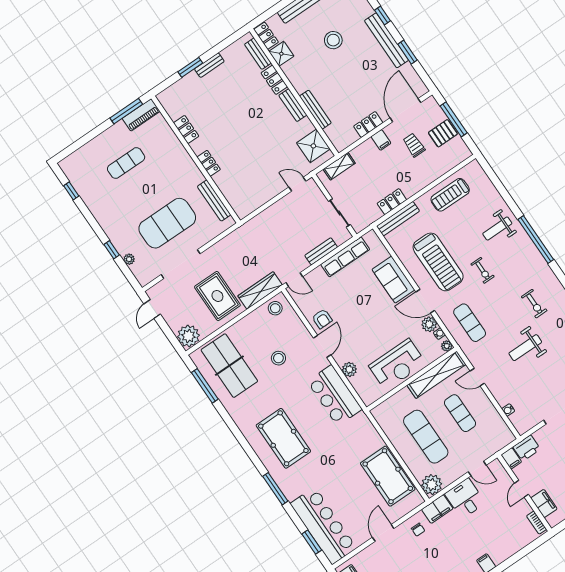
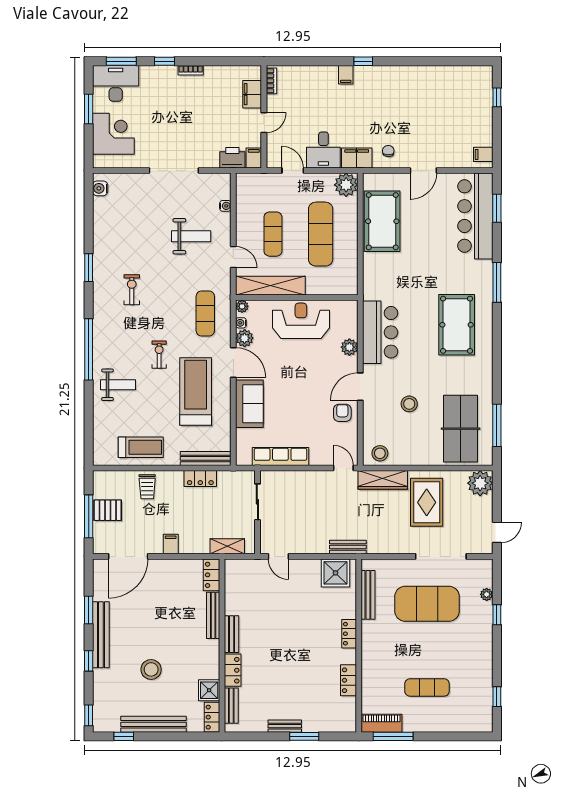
locker: (368, 124) -> (212, 575), moved, turned 90
trolley: (414, 145) -> (147, 487), moved
shower: (313, 146) -> (336, 573), moved
bench: (321, 251) -> (348, 547), moved
weight bench: (525, 348) -> (191, 236), moved

